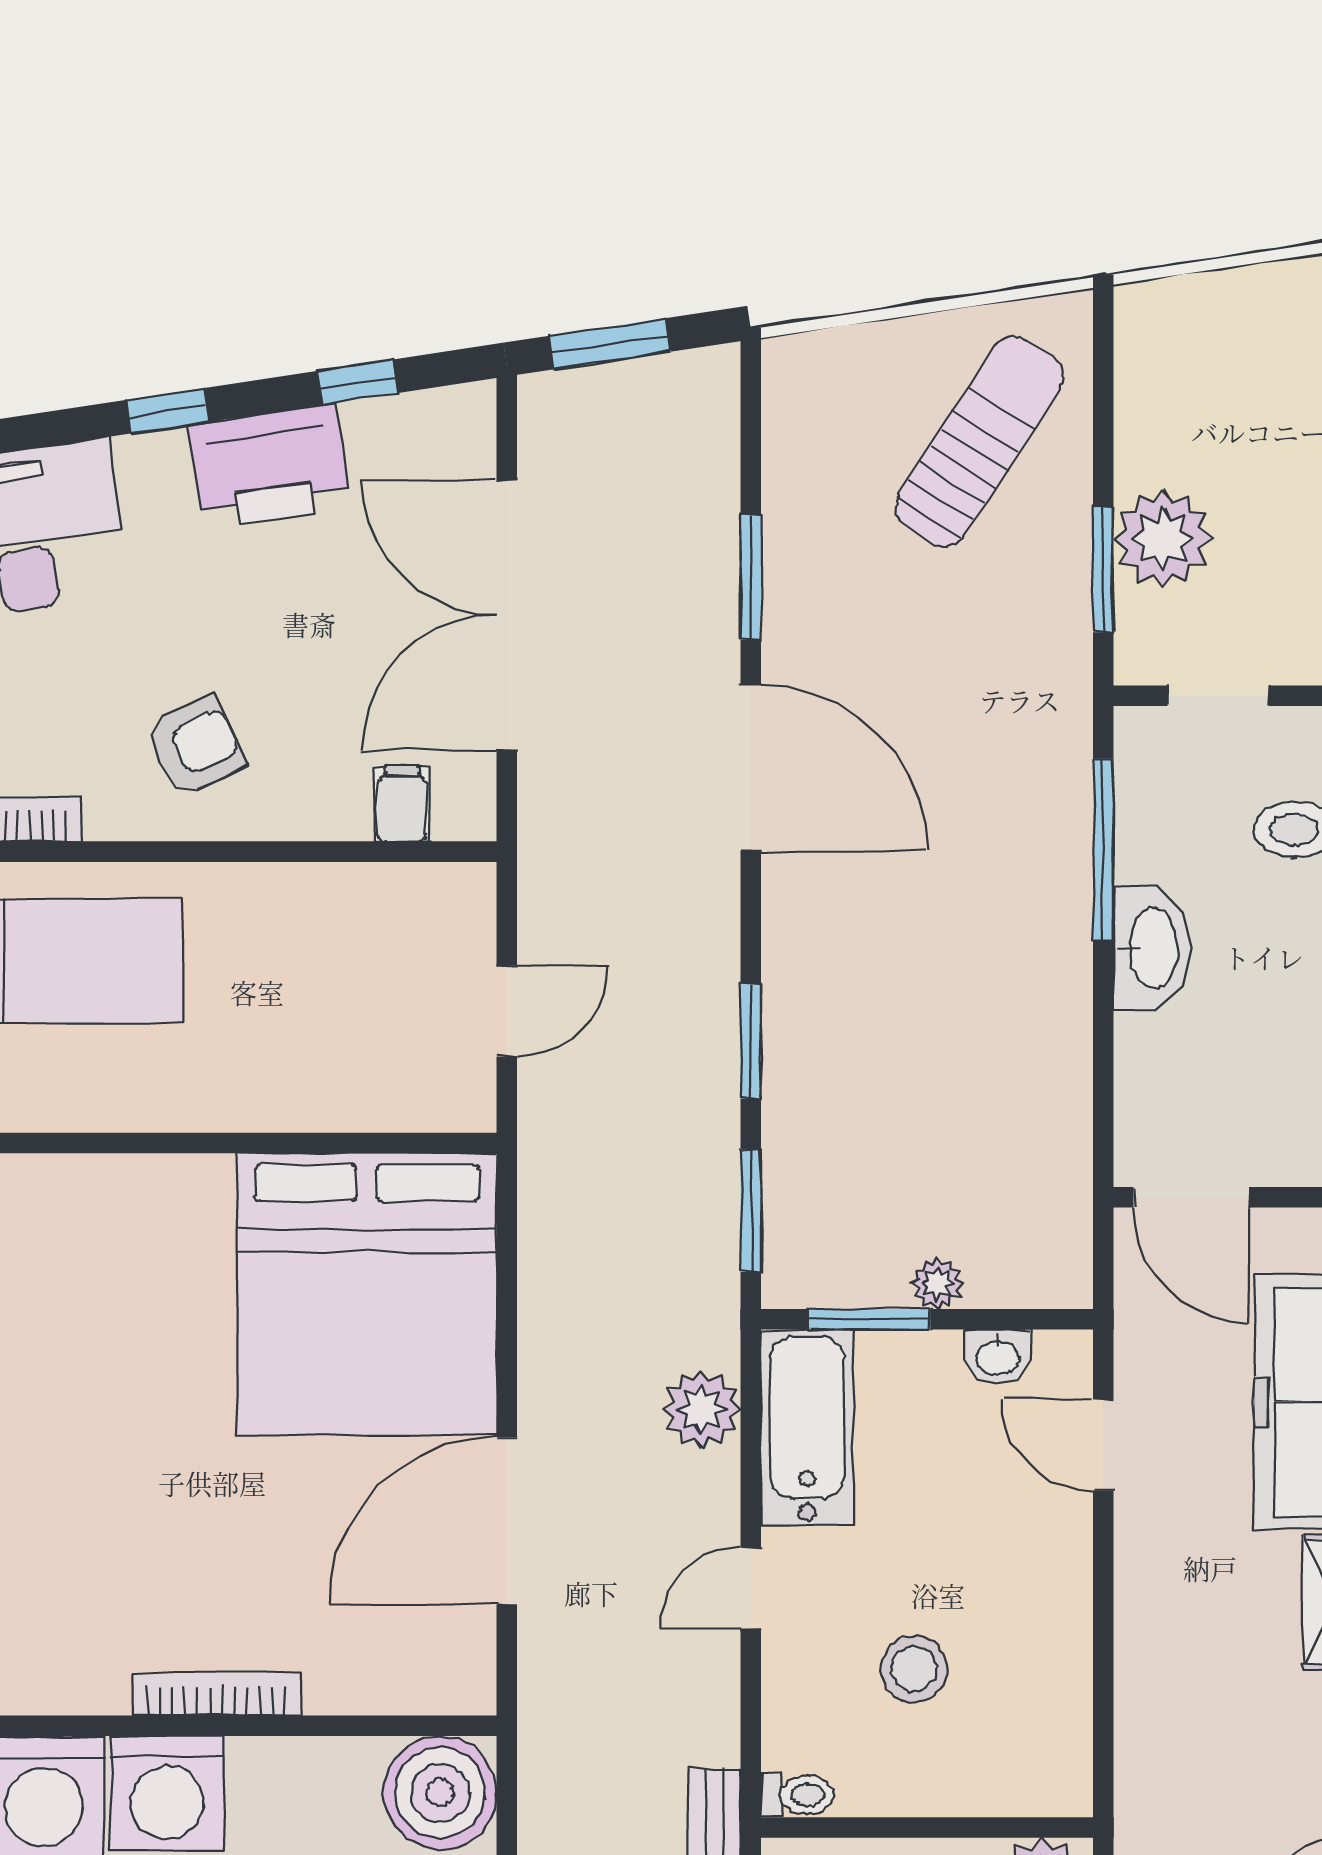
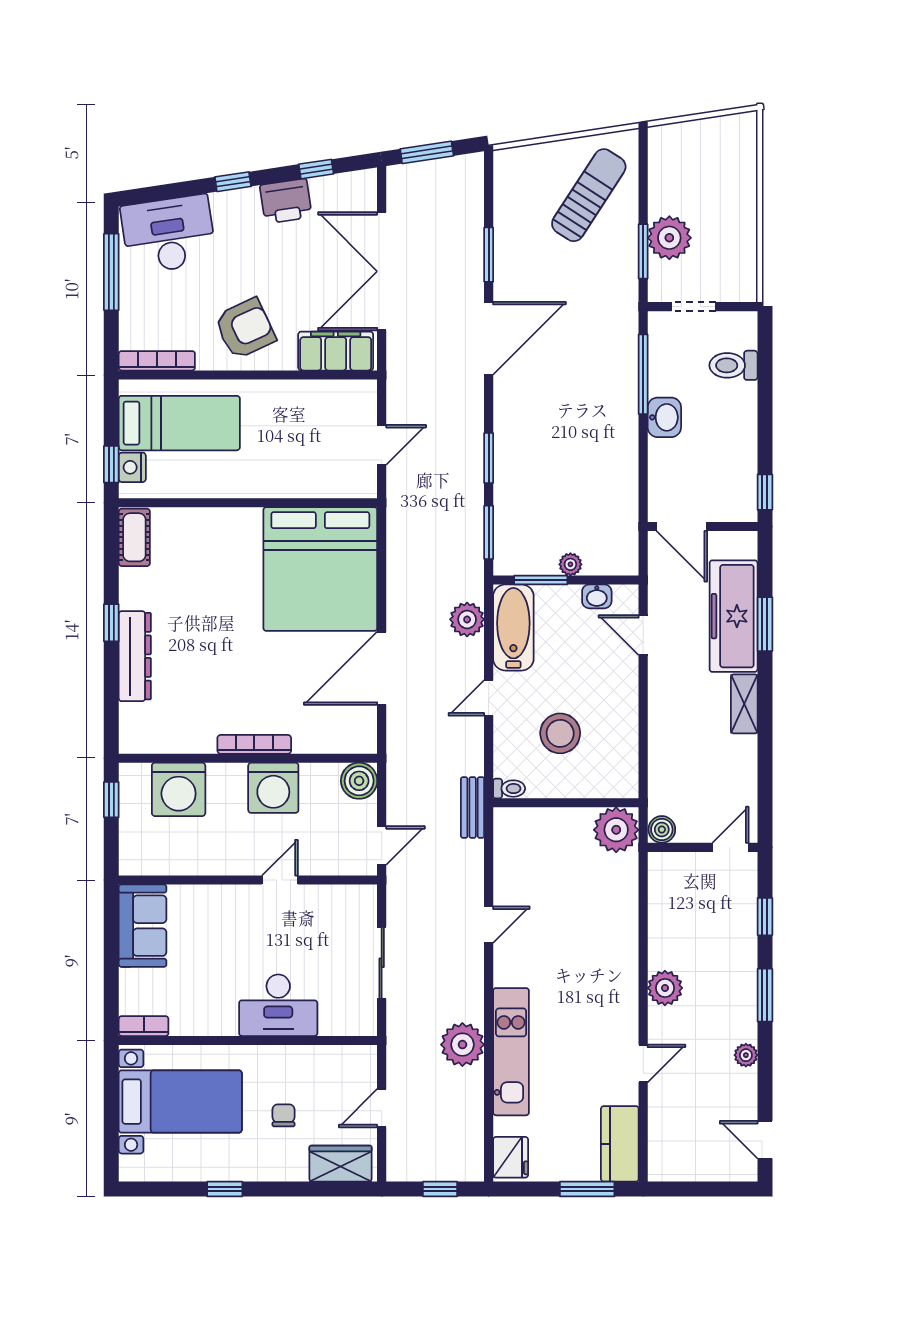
printer: (270, 466) -> (286, 201), width x0.73, depth x0.84
armchair: (195, 746) -> (245, 329), width x1.38, depth x1.38
door: (751, 768) -> (489, 338), hinge flipped
filing cabinet: (402, 803) -> (336, 351), width x3.00, depth x1.17
washbasin: (1152, 948) -> (664, 417), width x0.72
stool: (914, 1669) -> (560, 733), width x1.38, depth x1.38
washing machine: (167, 1793) -> (273, 788), moved
boiler: (440, 1793) -> (359, 781), width x0.73, depth x0.73

